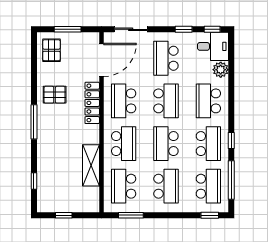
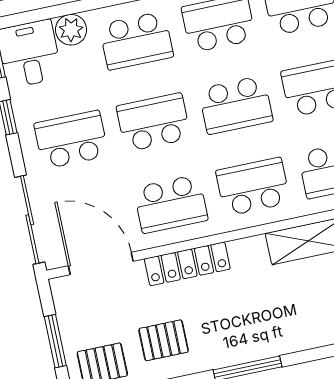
sliding door: (131, 29) -> (30, 220), width x1.37
school desk: (166, 58) -> (71, 140), turned 180
pallet: (55, 95) -> (164, 340), moved, turned 90

